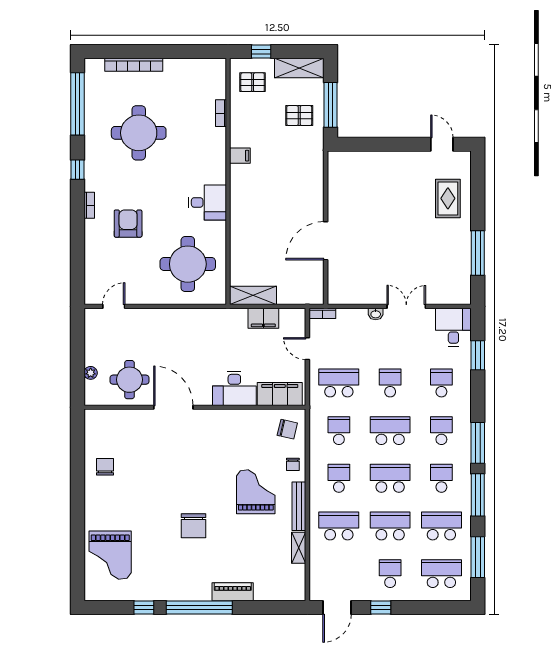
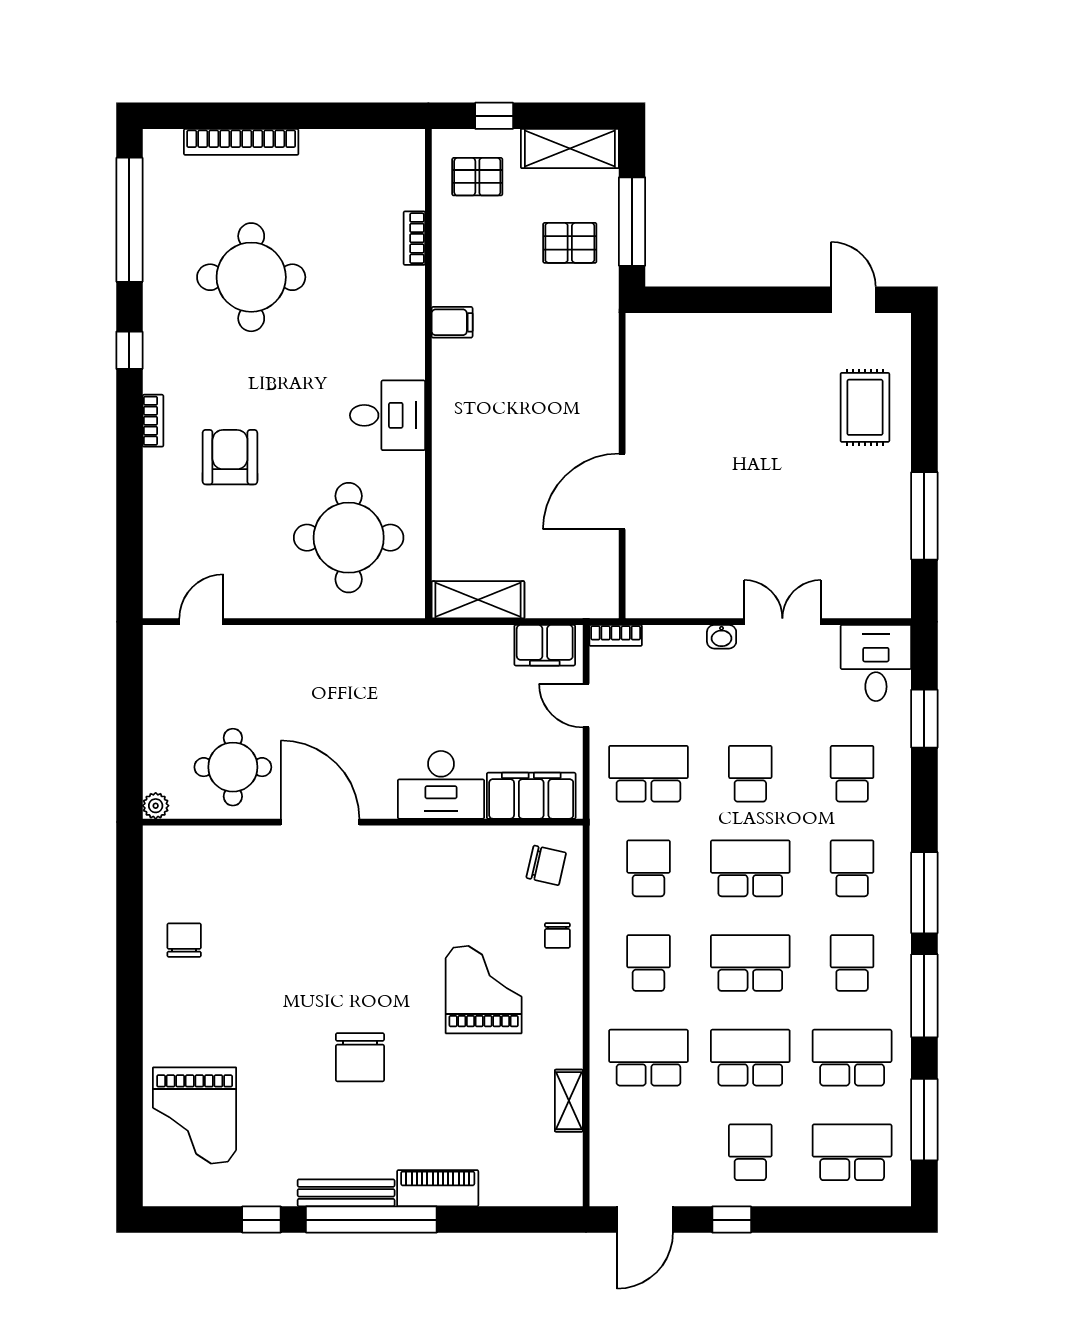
filing cabinet: (263, 318) -> (545, 645), moved
plant: (91, 373) -> (156, 806), moved
bench: (299, 506) -> (346, 1193), moved, turned 90

